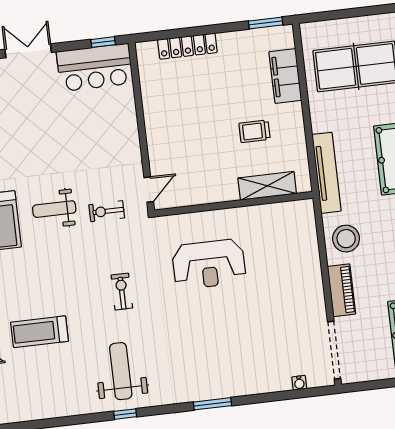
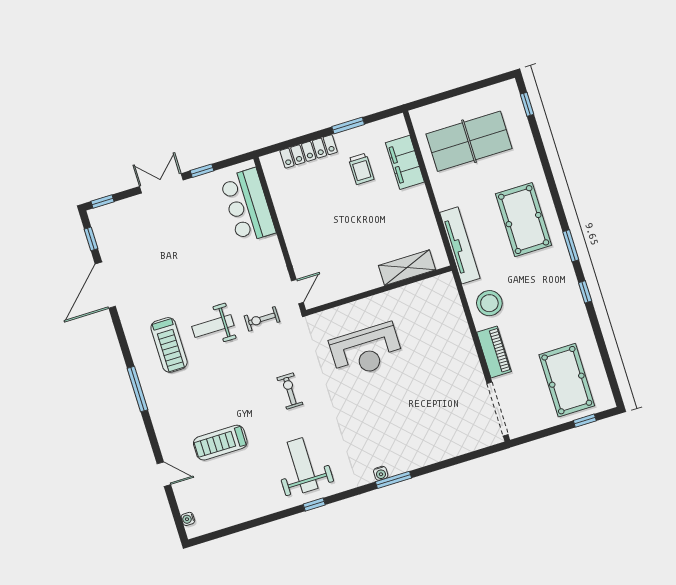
window: (266, 23) -> (348, 125), moved
window: (103, 42) -> (202, 171), moved
bar counter: (95, 67) -> (248, 206), moved, turned 90
trolley: (255, 131) -> (361, 169), moved, turned -90
water cooler: (299, 383) -> (381, 473), moved

